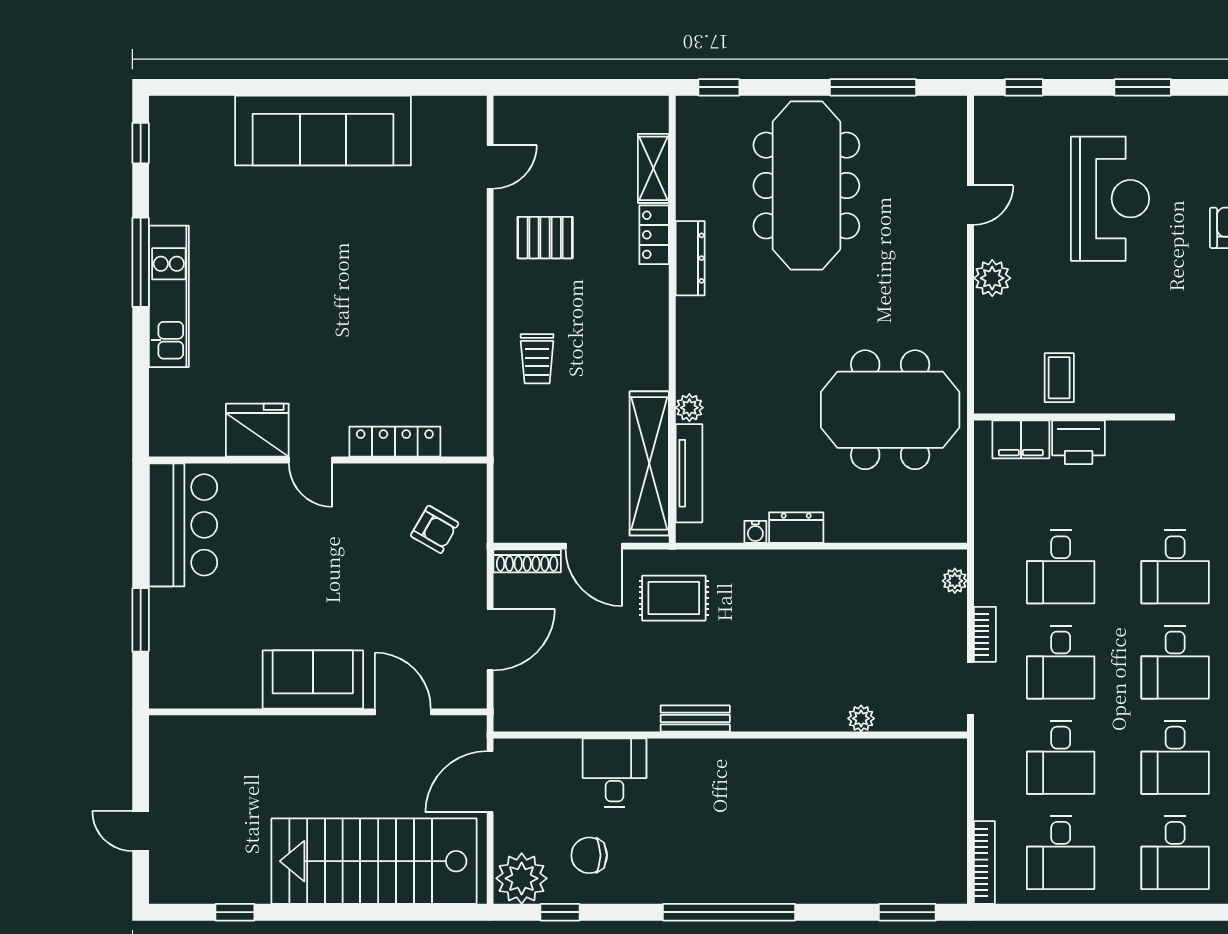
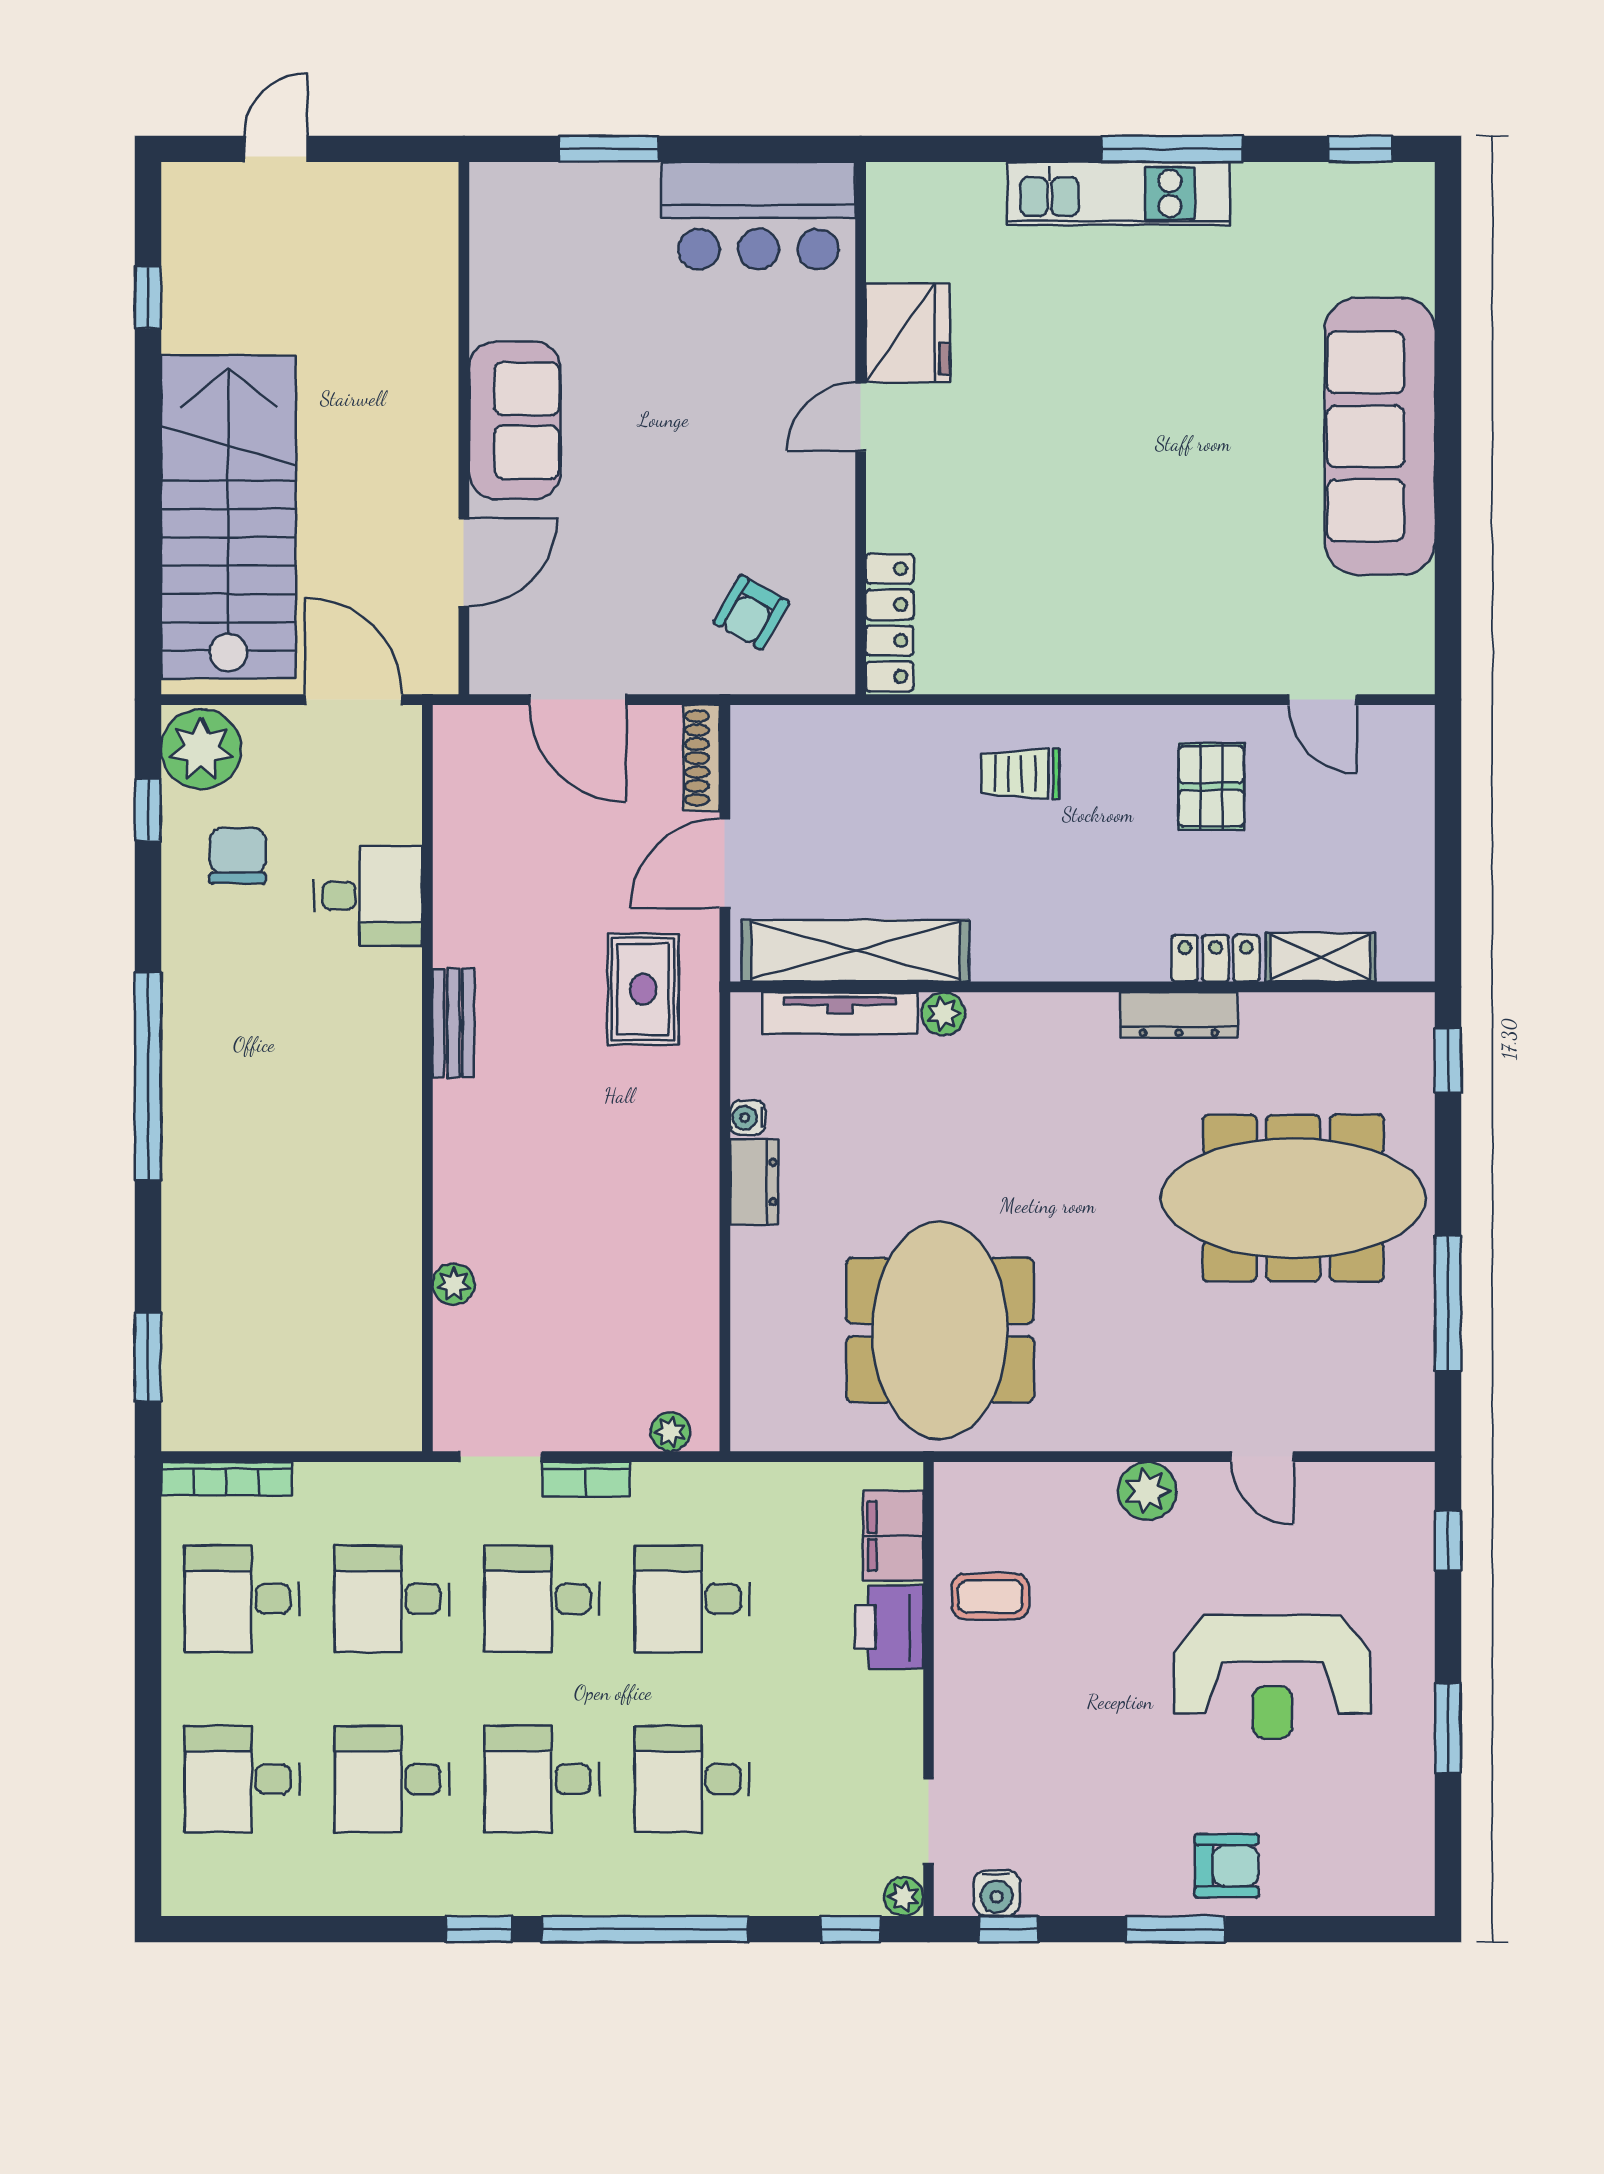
locker: (395, 442) -> (890, 623), moved

